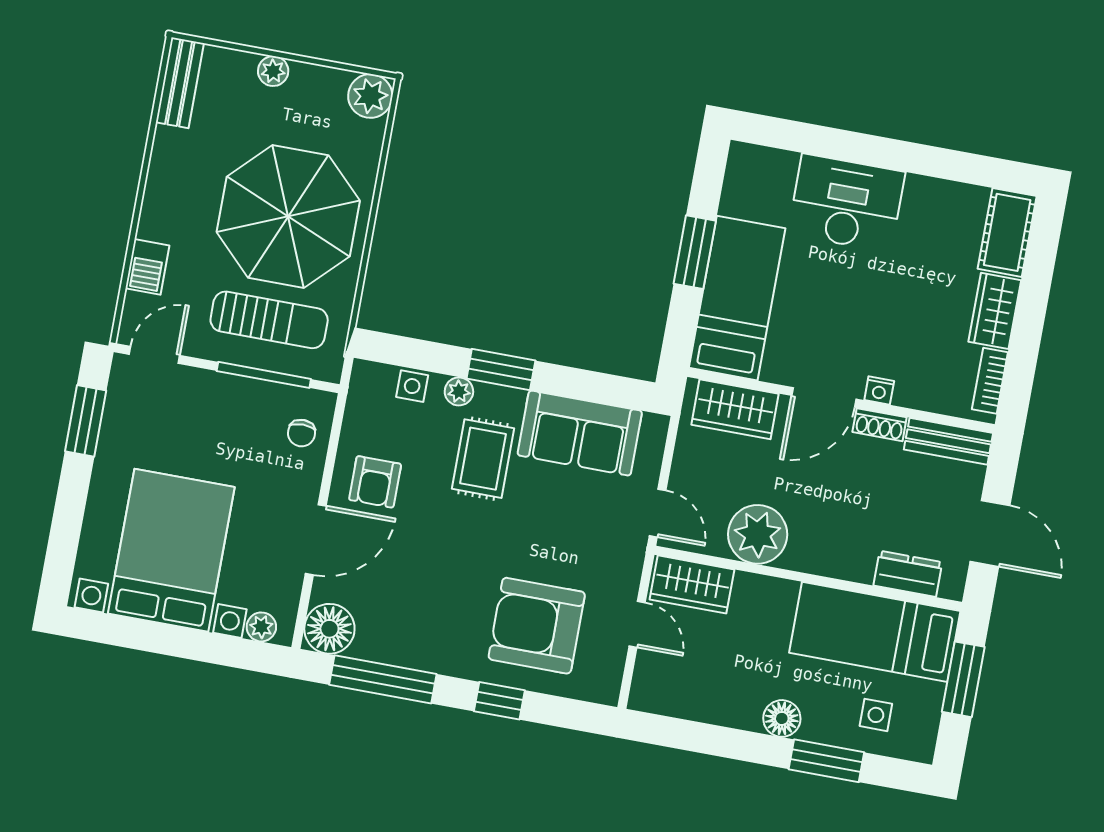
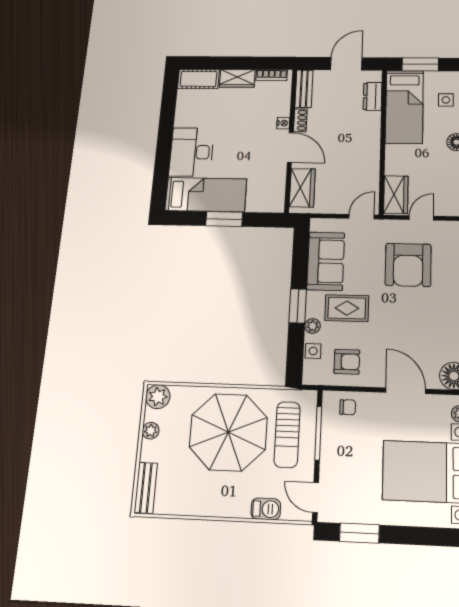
plant: (273, 71) -> (151, 431), moved
bench: (180, 83) -> (146, 488), moved, turned 90
bed: (737, 298) -> (206, 195), moved, turned 180
sun lounger: (269, 320) -> (287, 434), turned 180
armchair: (375, 482) -> (347, 362), moved
plant: (758, 534) -> (365, 168), removed
armchair: (537, 626) -> (408, 265), moved

